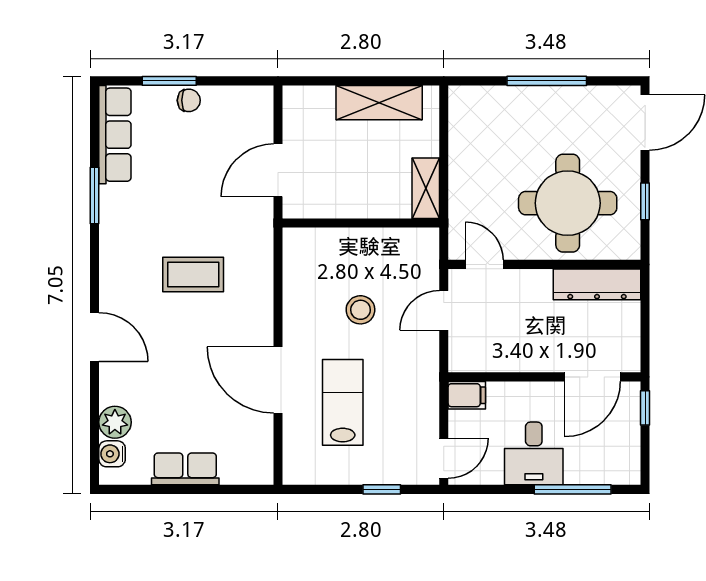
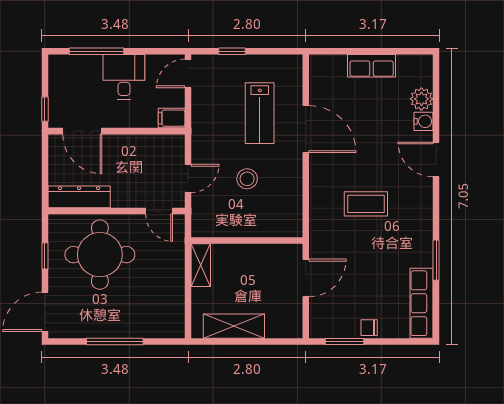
window: (169, 81) -> (345, 341), moved
door: (593, 377) -> (82, 131), swing flipped
water cooler: (112, 454) -> (424, 121), moved

